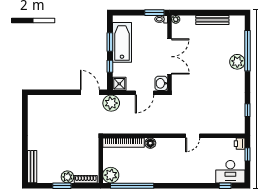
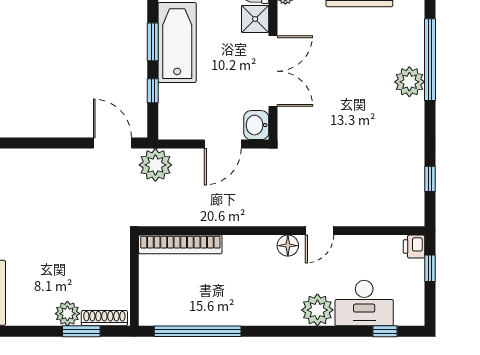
shower: (119, 84) -> (255, 19), moved
floor lamp: (150, 143) -> (288, 246), moved
desk: (230, 172) -> (364, 303), moved
plant: (111, 175) -> (317, 310), moved
window: (62, 186) -> (81, 331), moved

